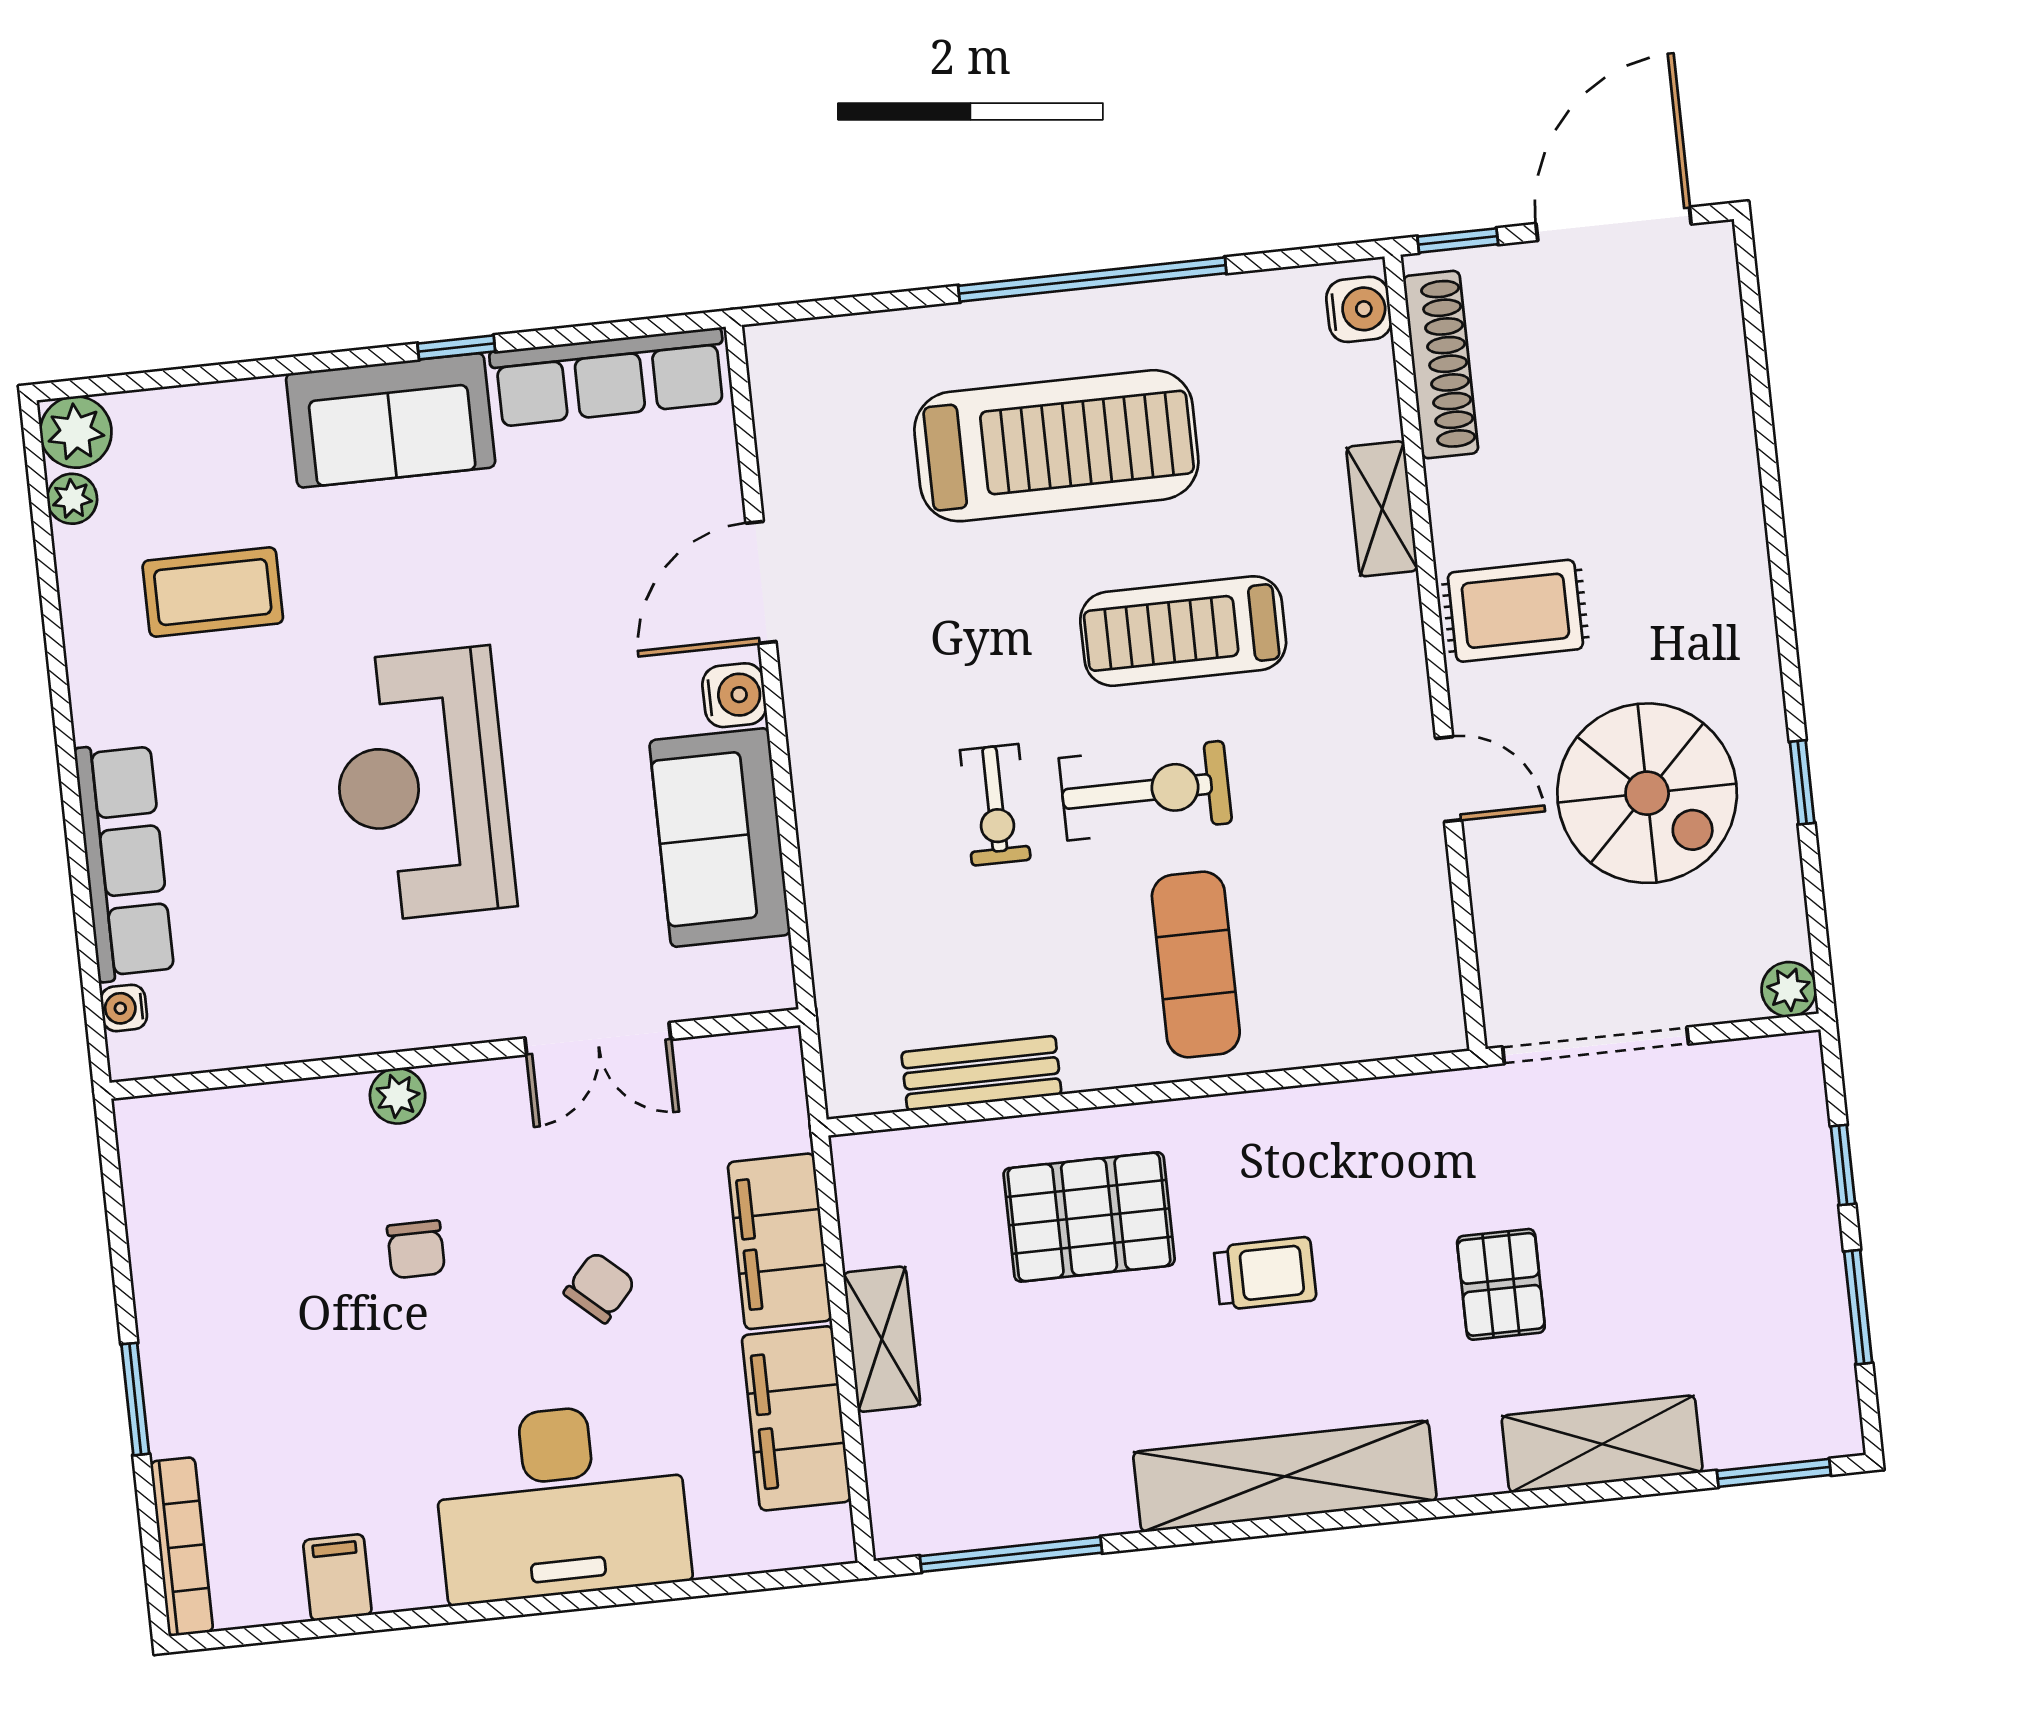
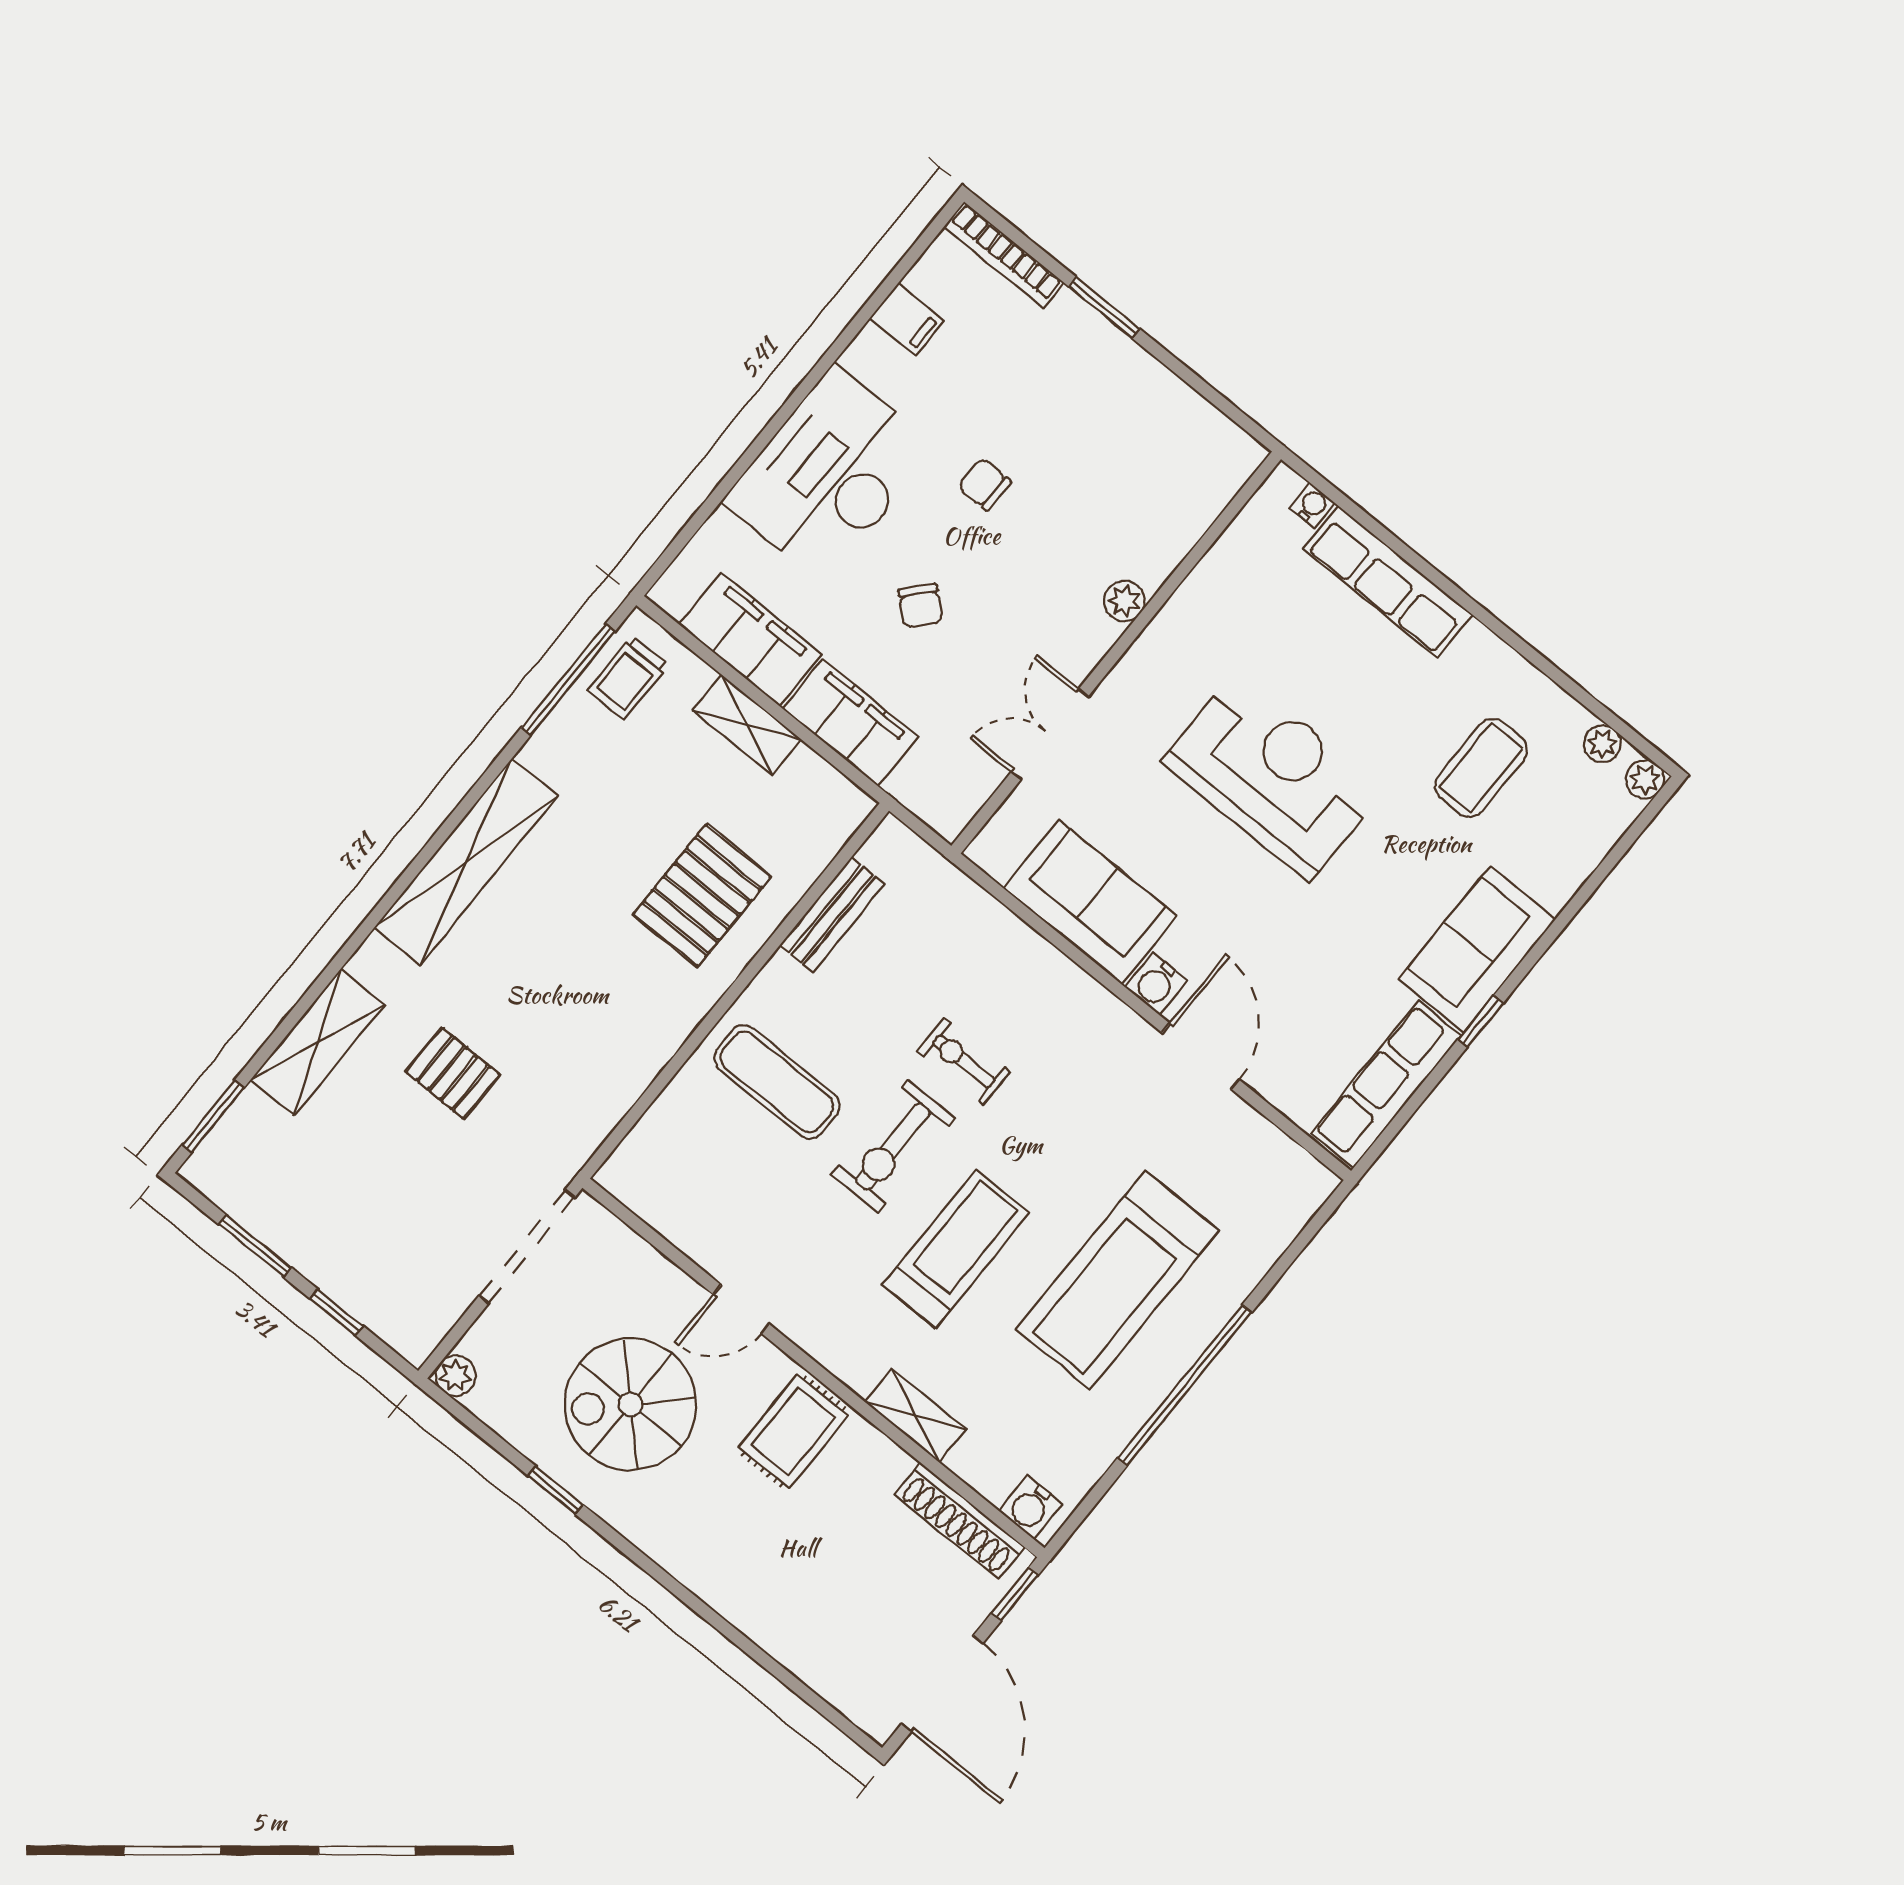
plant: (76, 432) -> (1645, 779), width x0.73, depth x0.73
chair: (416, 1249) -> (984, 484), moved
trolley: (1265, 1273) -> (628, 678), moved

